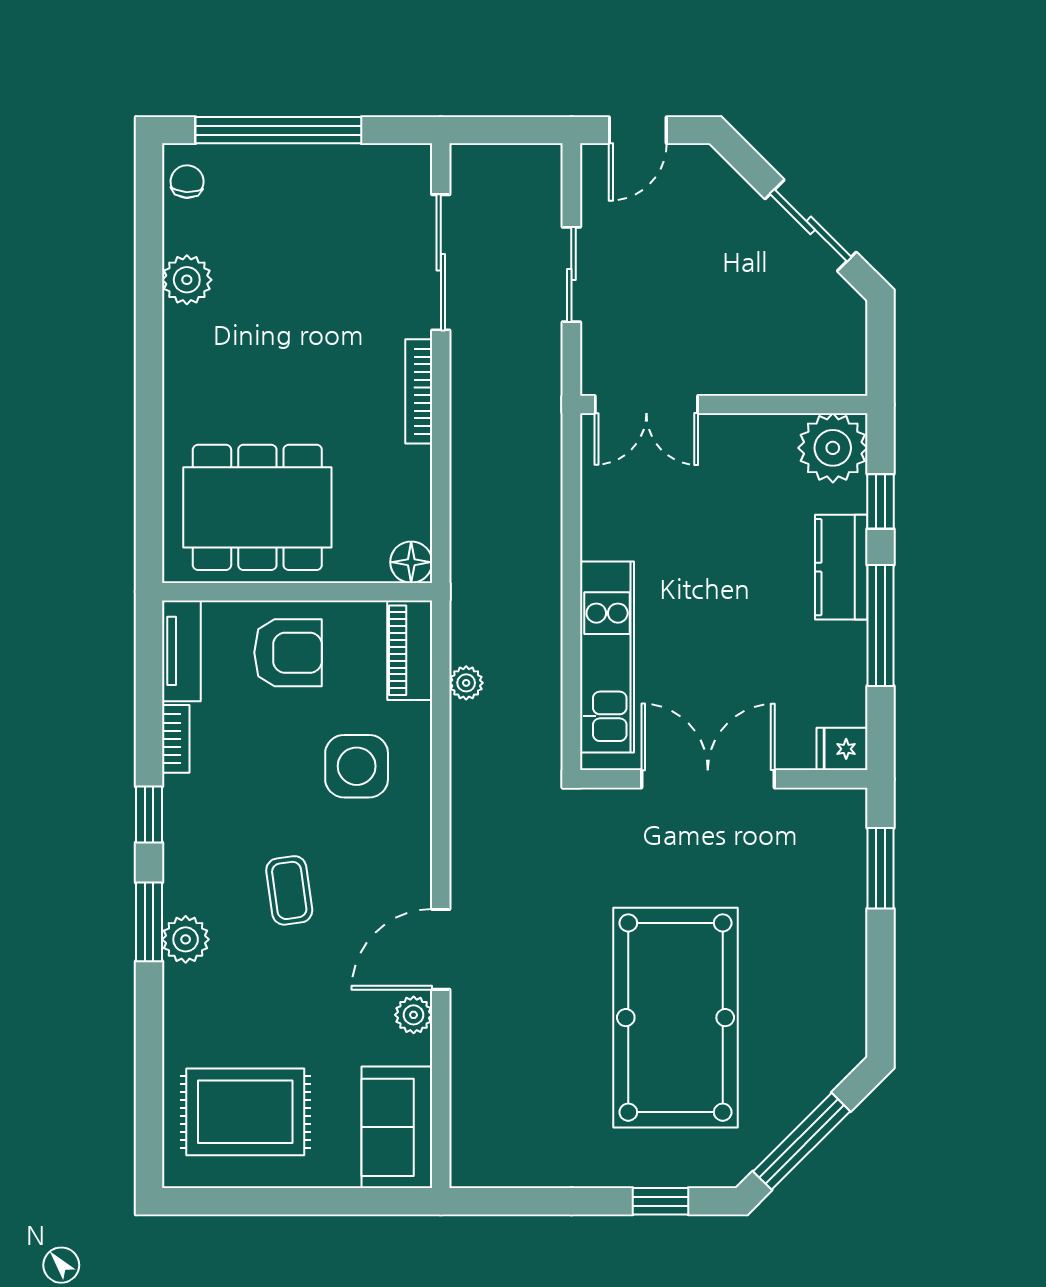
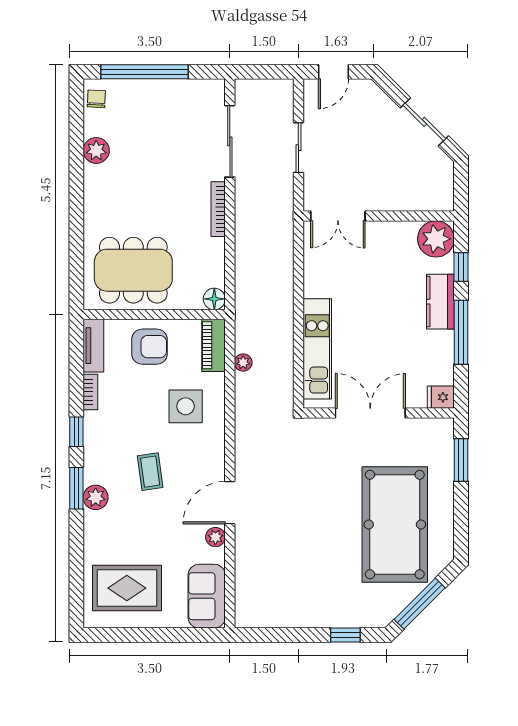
pool table: (675, 1018) -> (395, 524), moved

